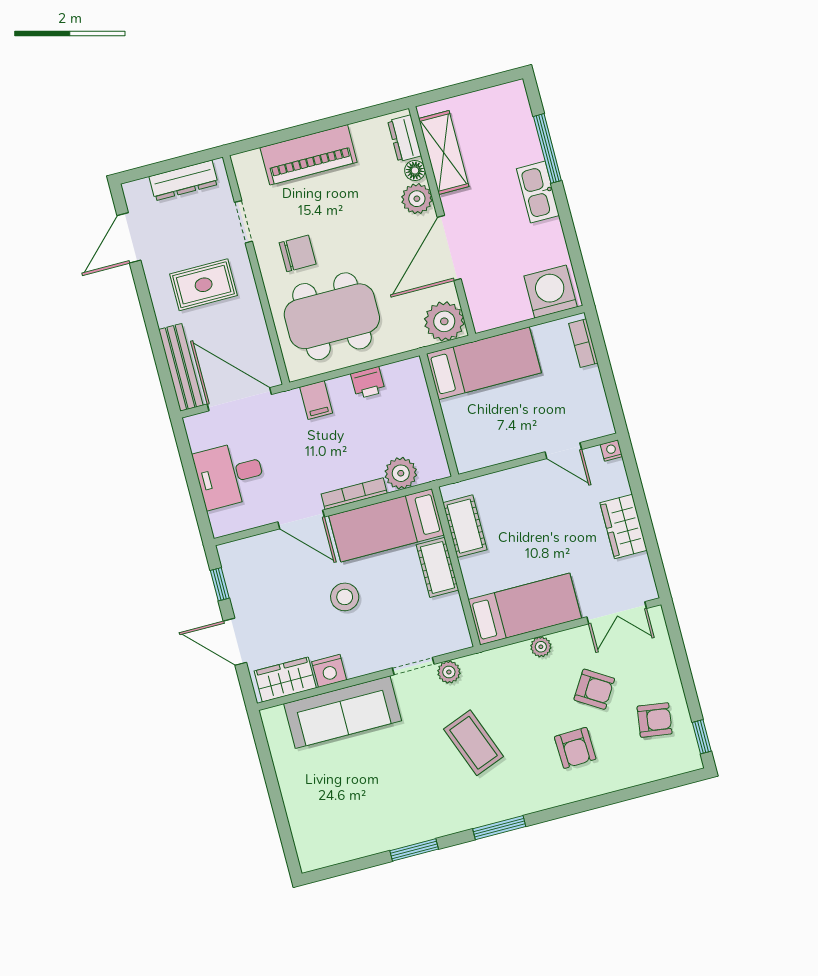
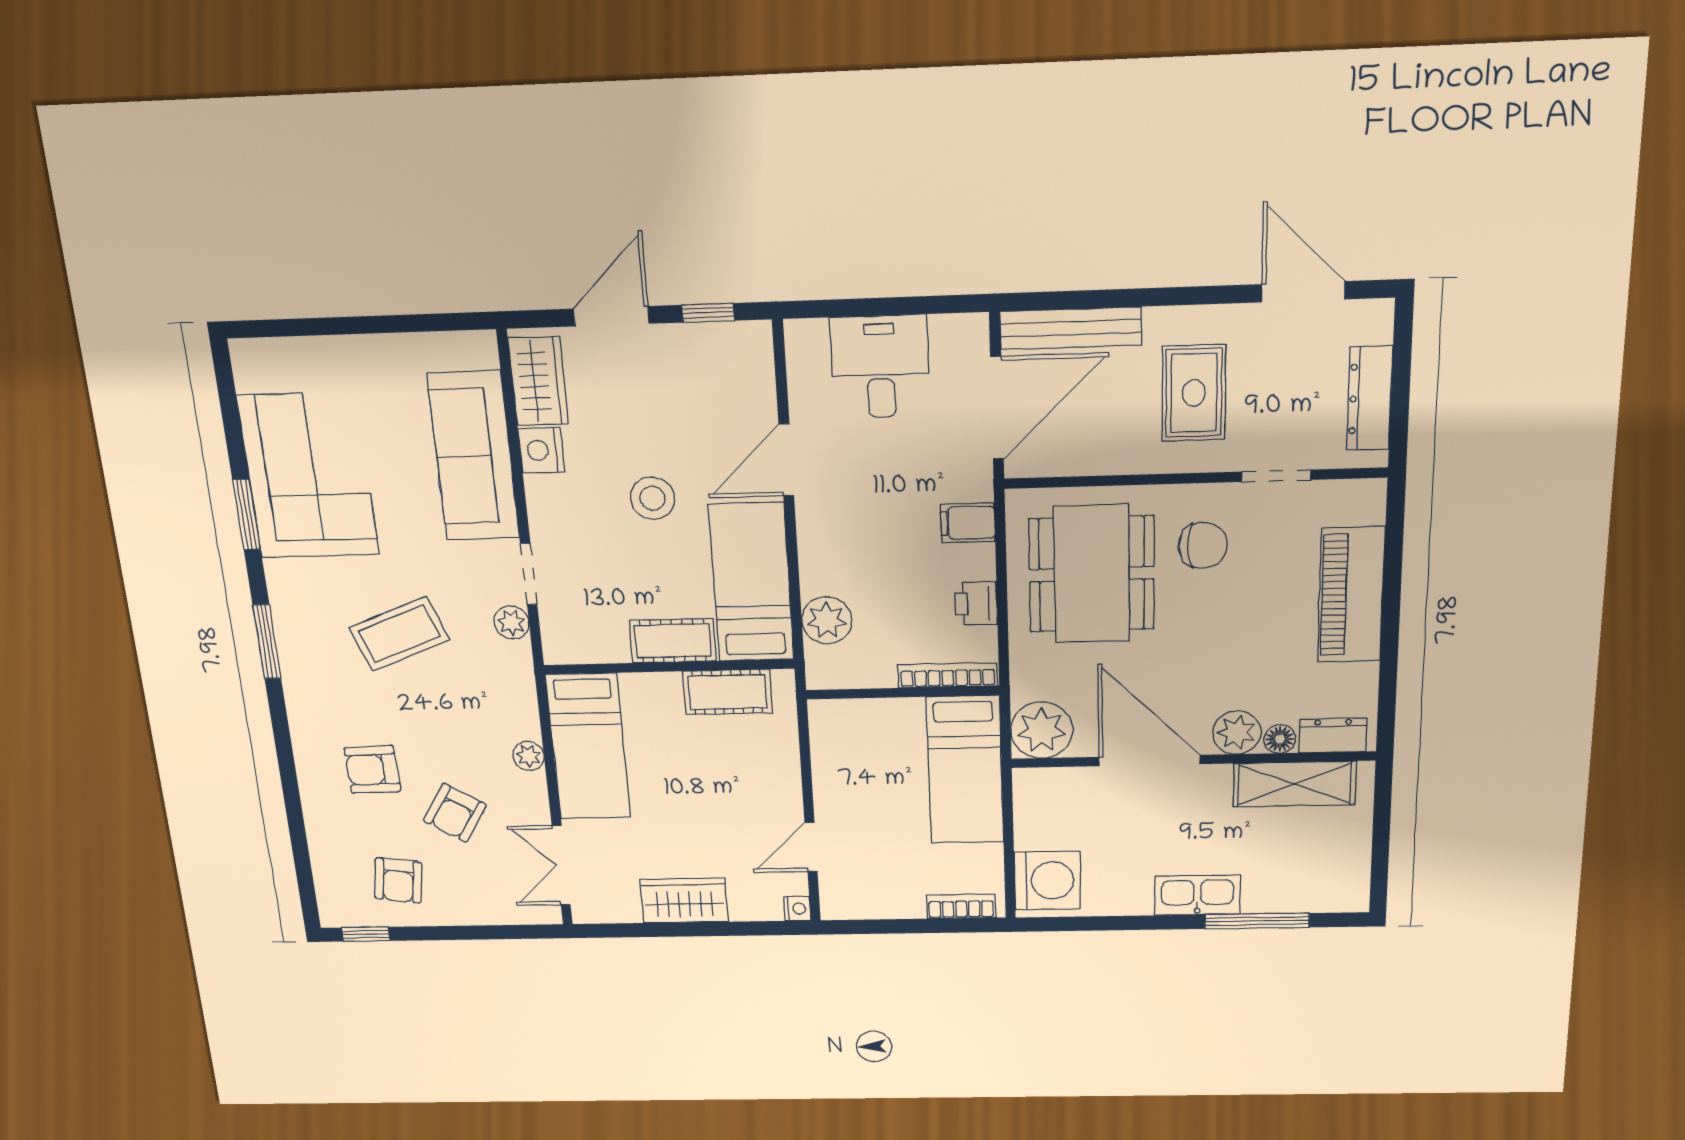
chair: (298, 253) -> (1203, 545), turned -90
bookcase: (354, 494) -> (948, 675), moved, turned -90
corner sofa: (379, 814) -> (308, 476), added

